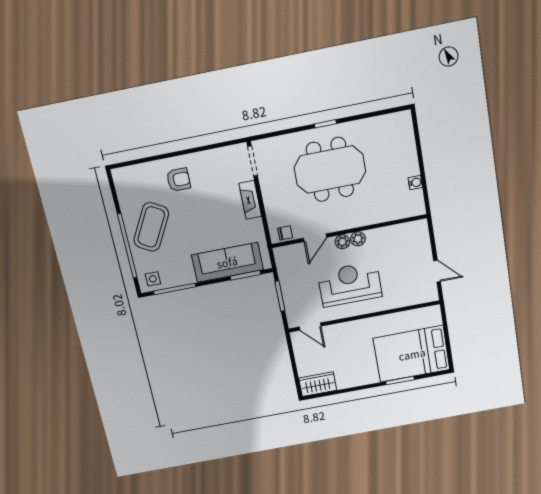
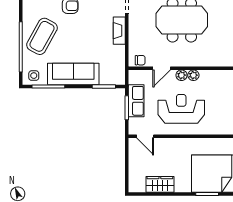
sofa: (227, 262) -> (73, 74), moved
row of seats: (290, 285) -> (136, 101), added
wardrobe: (318, 384) -> (160, 184), moved

